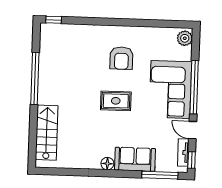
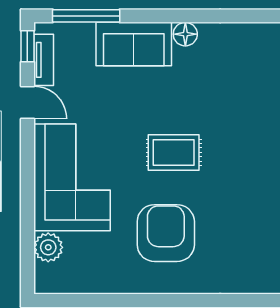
plant: (185, 38) -> (48, 247), moved
armchair: (121, 58) -> (166, 233), width x1.36, depth x1.36
window: (194, 87) -> (27, 183), removed

